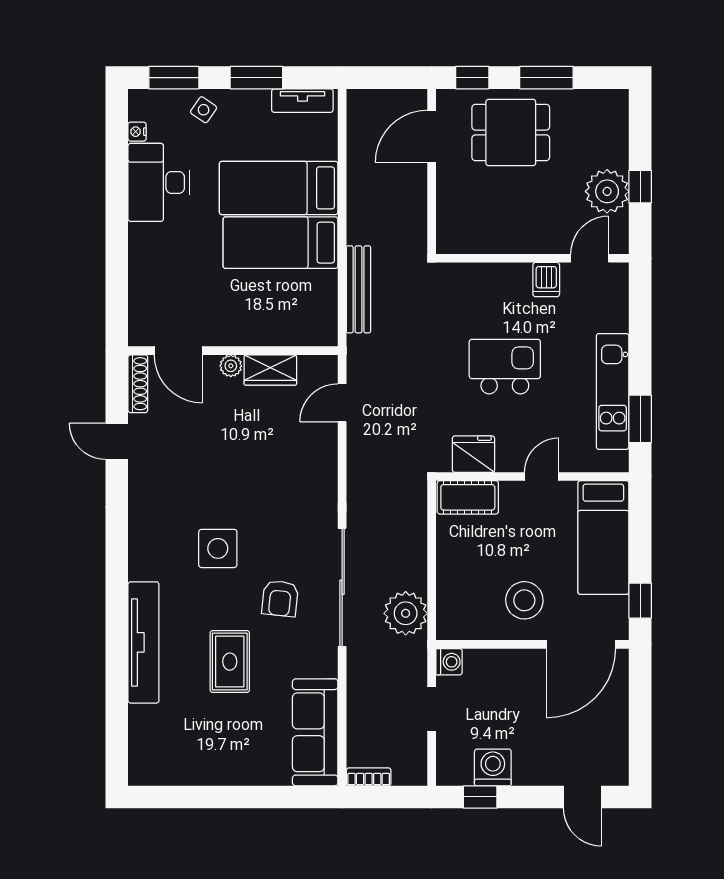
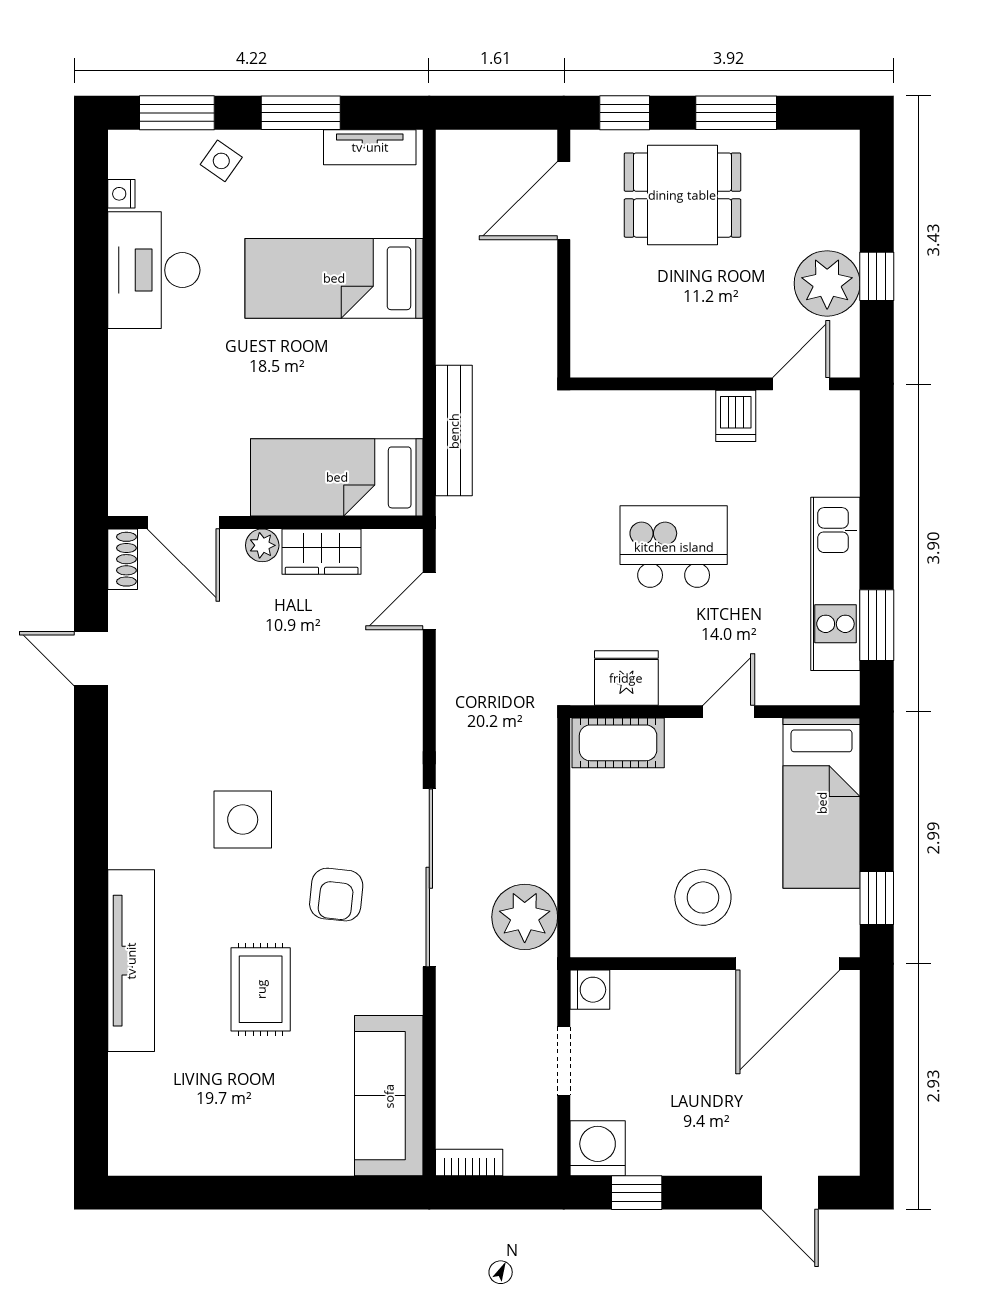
bed: (280, 243) -> (337, 477), moved
shoe rack: (138, 384) -> (123, 559), width x0.70
washing machine: (493, 767) -> (598, 1148), moved

